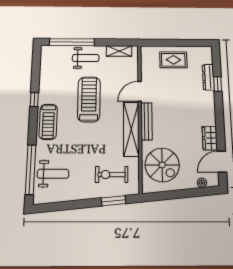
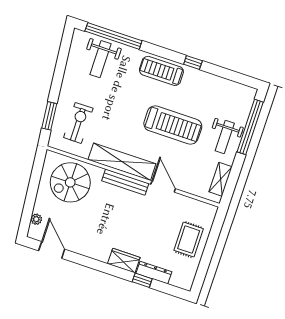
wardrobe: (210, 138) -> (124, 261), moved

